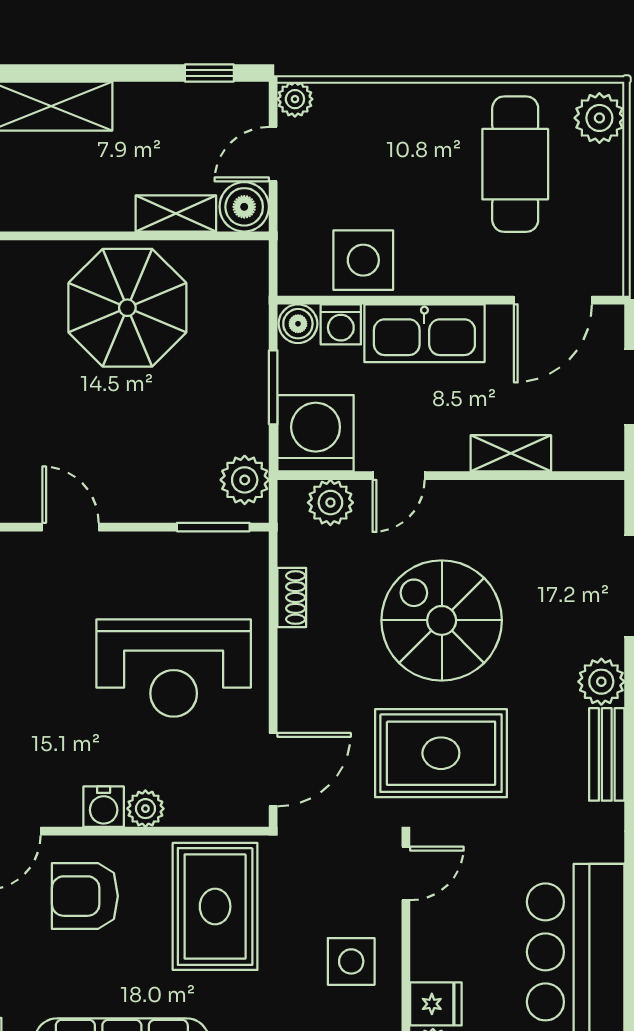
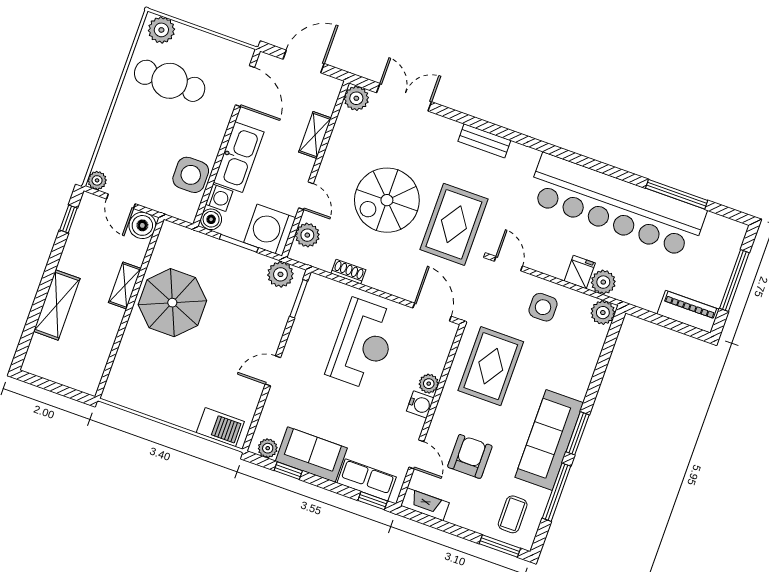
shelving: (176, 213) -> (125, 285), moved
plant: (601, 682) -> (356, 98), moved
armchair: (85, 896) -> (470, 456), moved, turned 180
rug: (215, 906) -> (491, 366), turned 90

